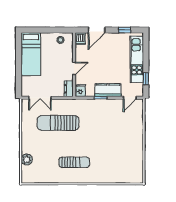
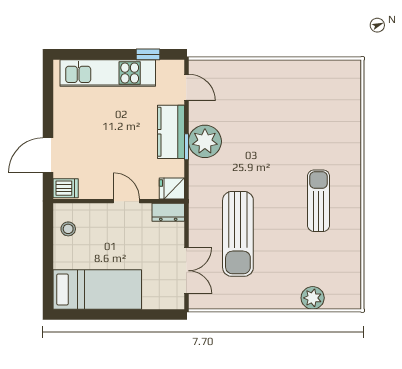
door: (97, 30) -> (48, 155), swing flipped
window: (125, 30) -> (48, 98), removed
plant: (103, 107) -> (205, 141), added

